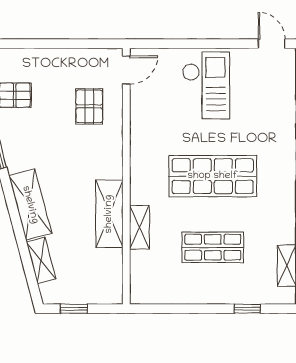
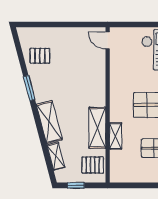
door: (126, 70) -> (108, 40), swing flipped
pallet: (89, 106) -> (93, 165), moved, turned 90

